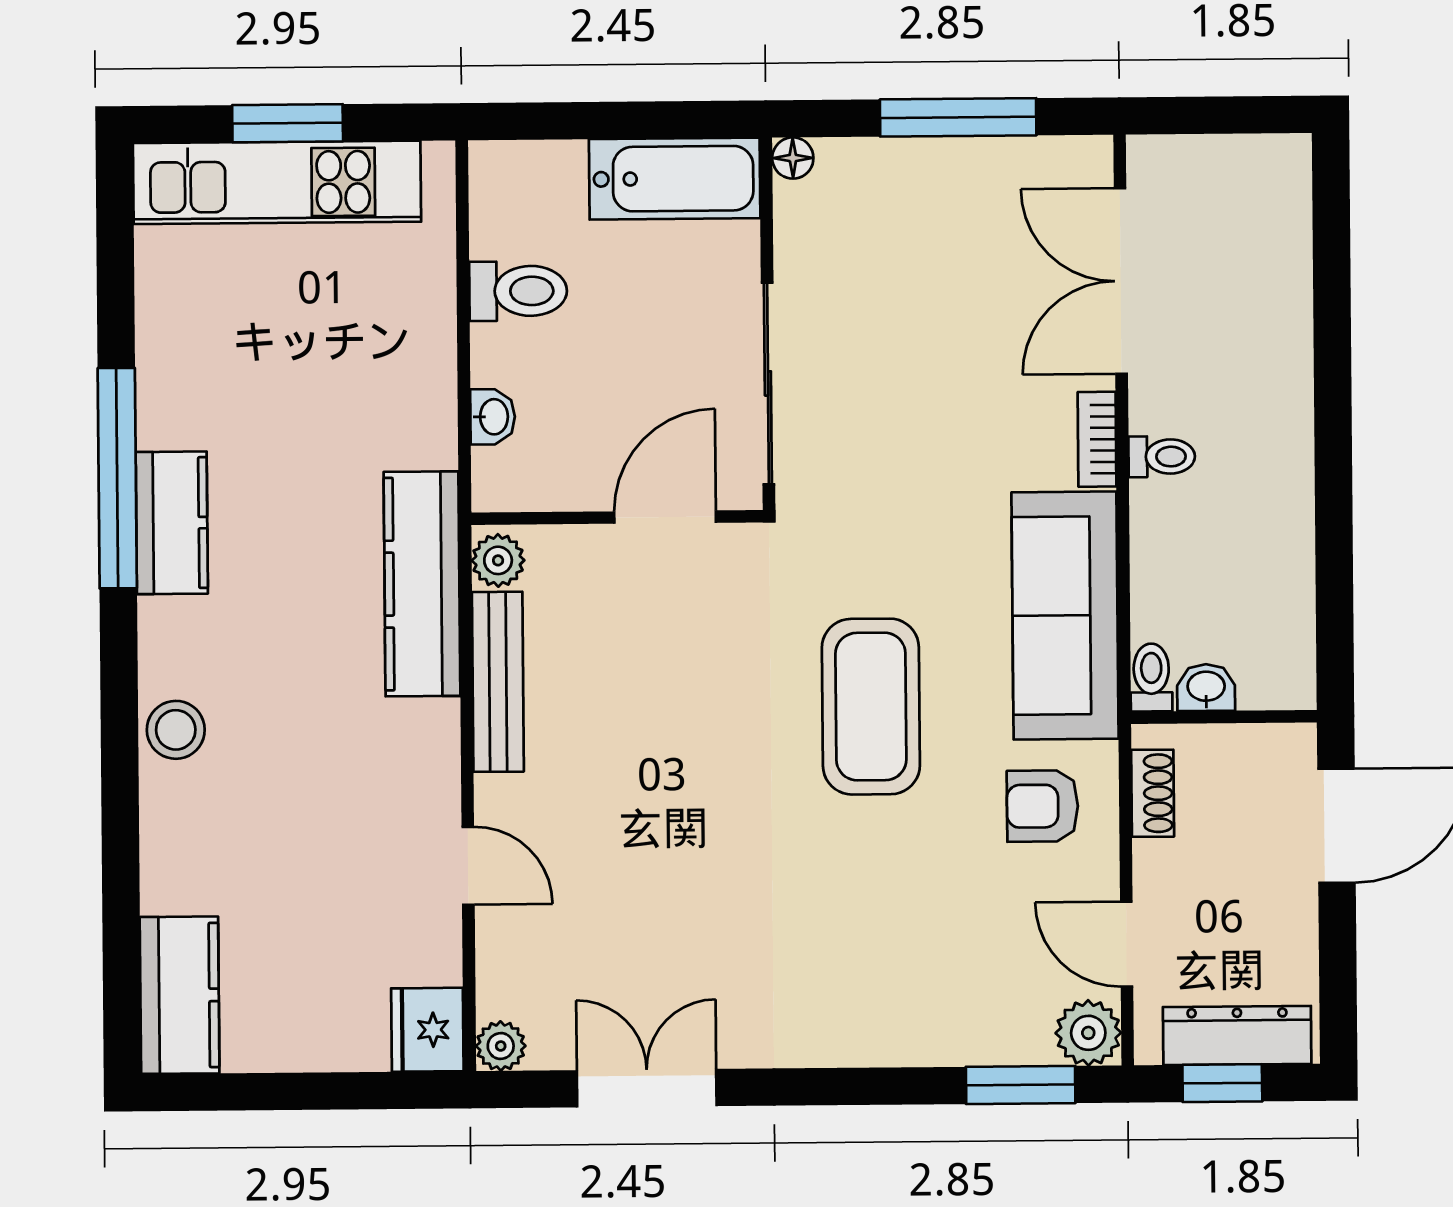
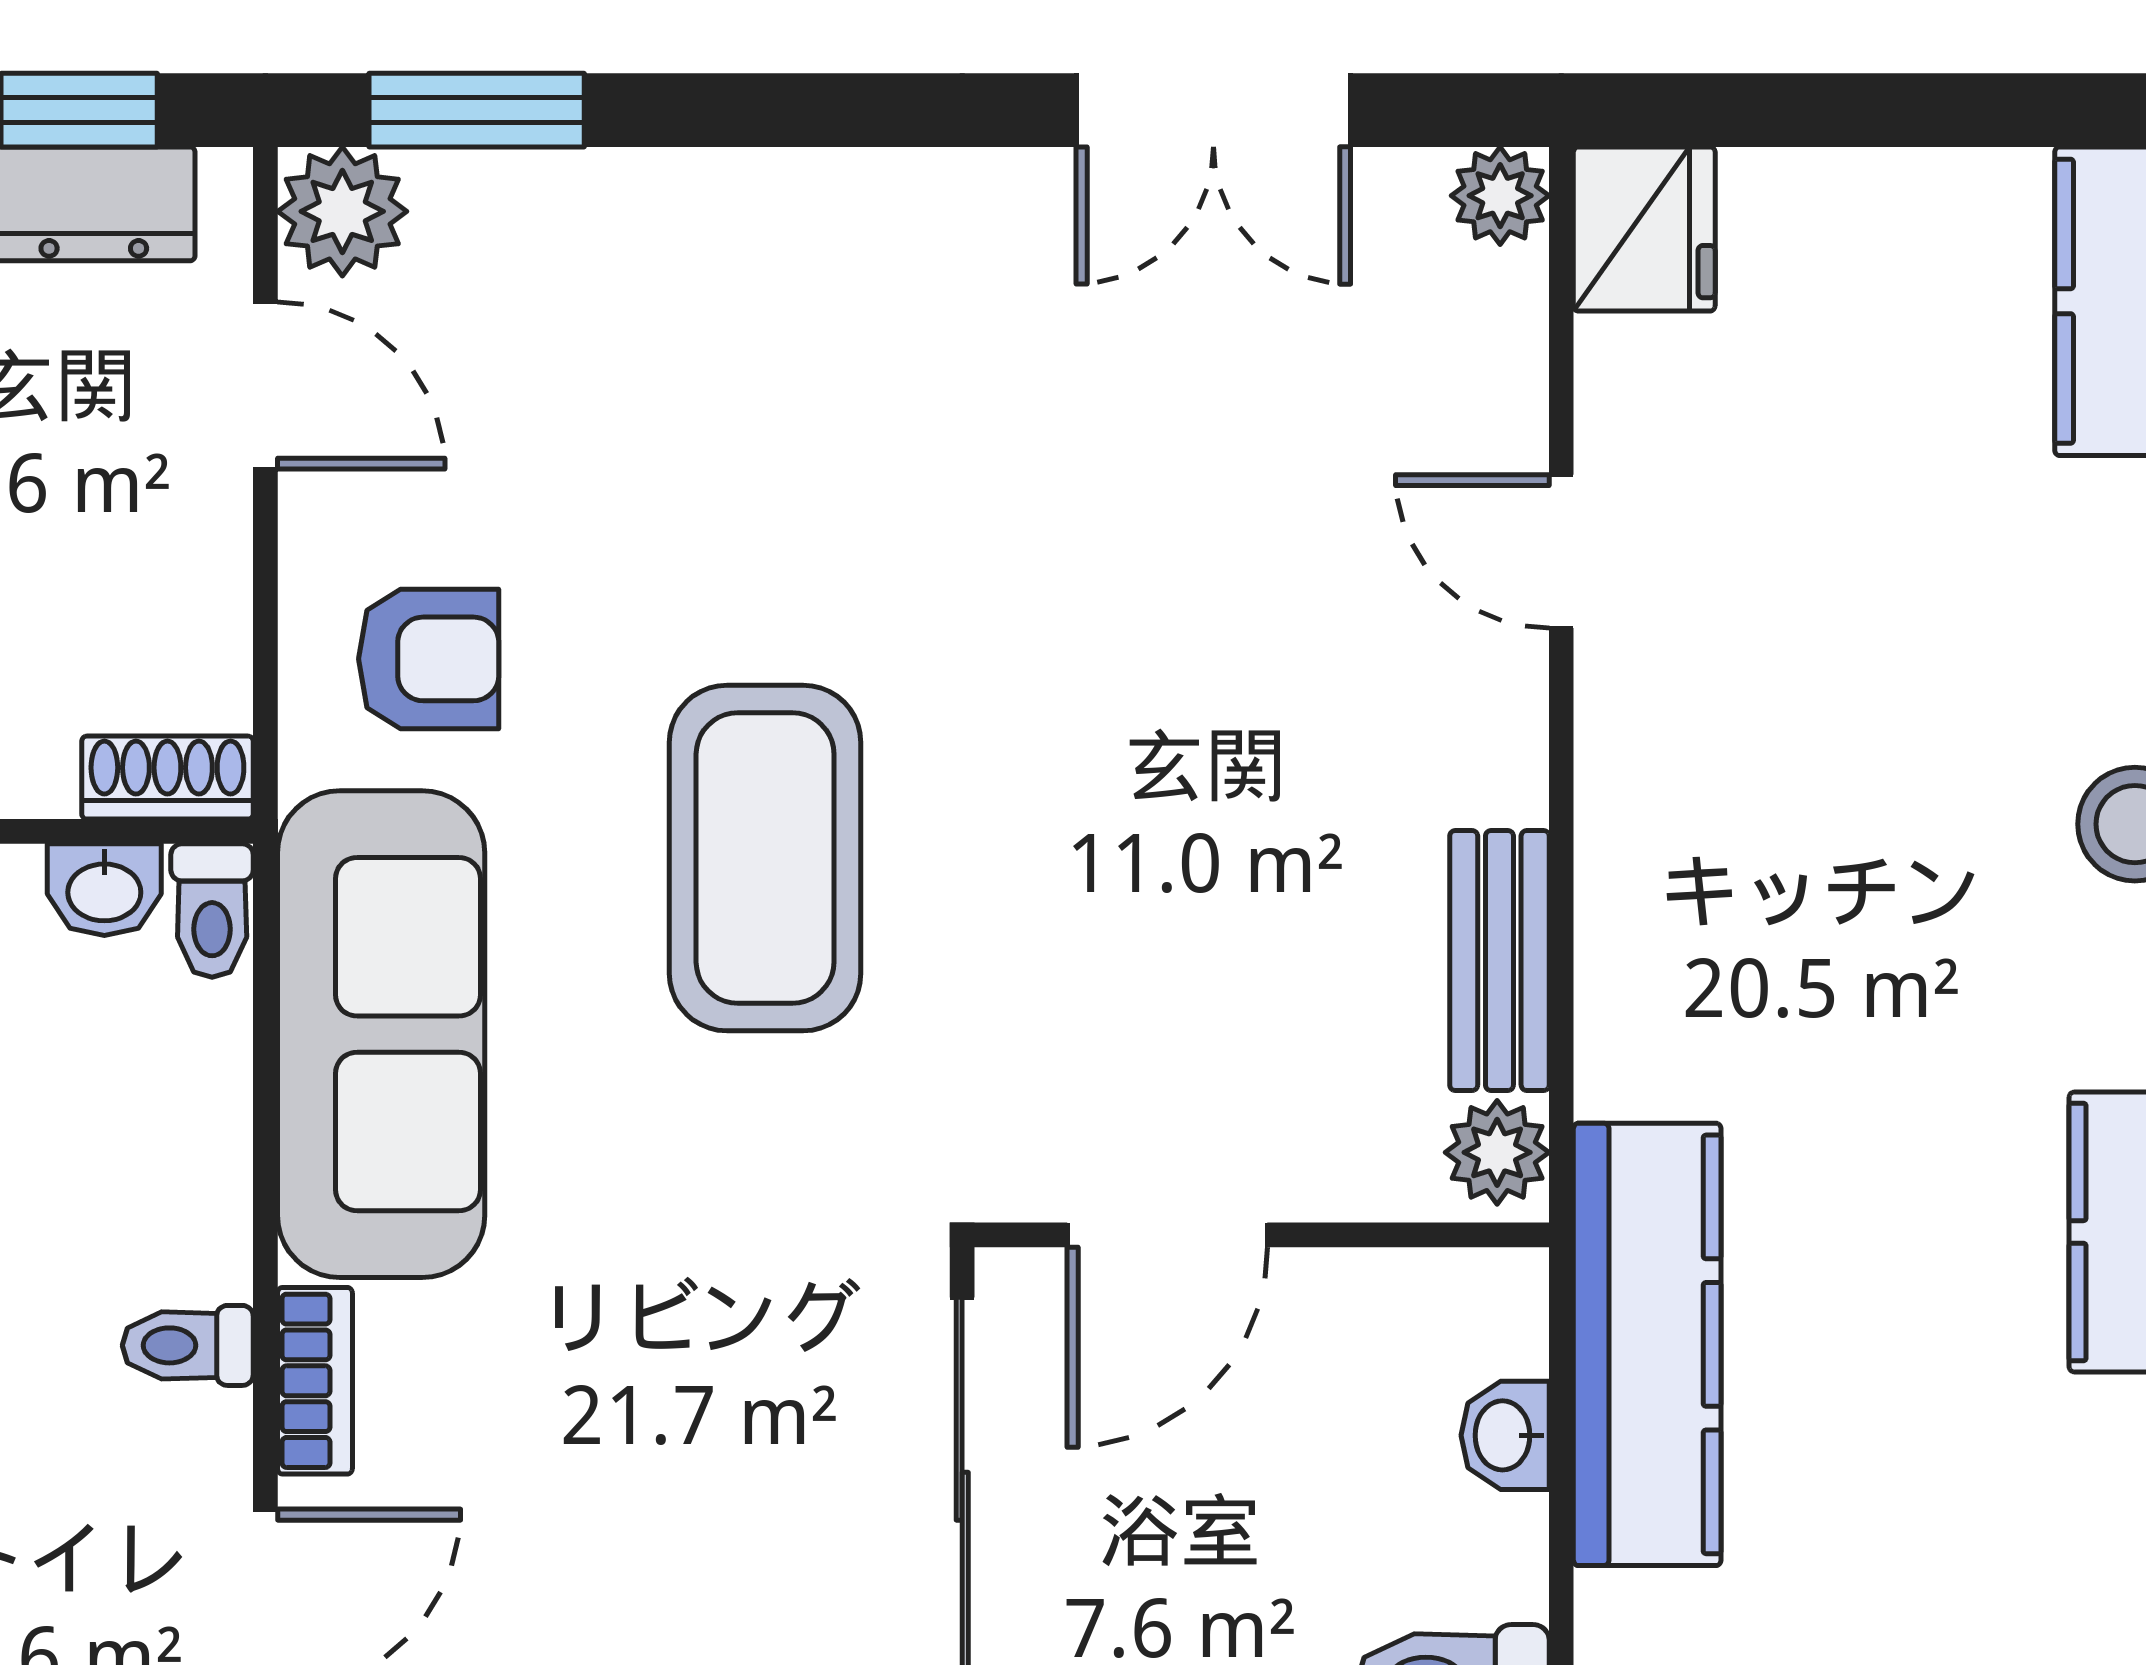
kitchen counter: (422, 584) -> (1647, 1344), moved
bench: (498, 682) -> (1499, 961), width x0.73
shoe rack: (1153, 793) -> (167, 778), moved, turned 90

